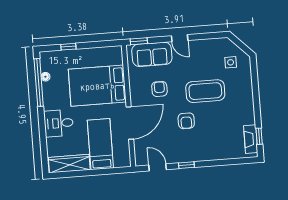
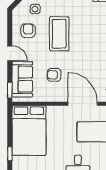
door: (180, 38) -> (10, 53), hinge flipped
bed: (97, 86) -> (29, 131), moved
armchair: (186, 121) -> (28, 31), moved, turned -90

